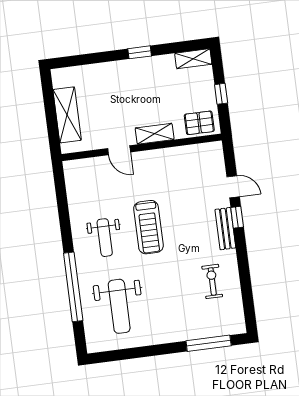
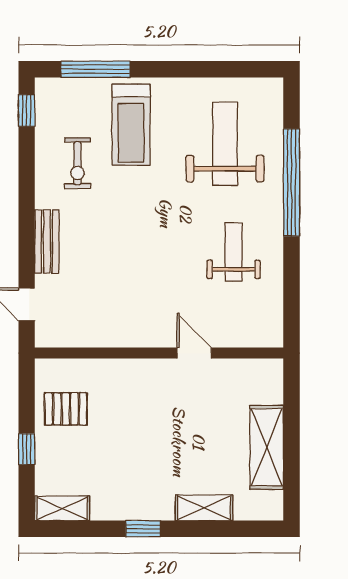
shelving: (155, 134) -> (204, 508), moved
wall: (142, 147) -> (159, 353), moved
door: (119, 150) -> (194, 353), moved
window: (237, 217) -> (27, 110), moved
treadmill: (148, 227) -> (131, 125), moved, turned 180

